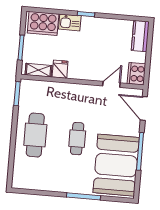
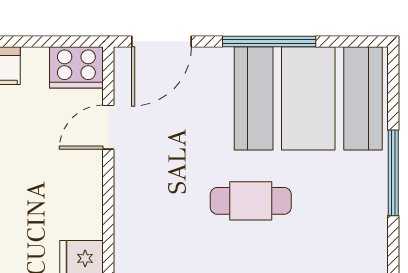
door: (111, 84) -> (108, 127), hinge flipped

